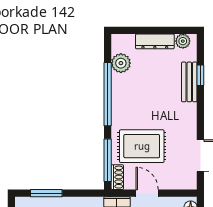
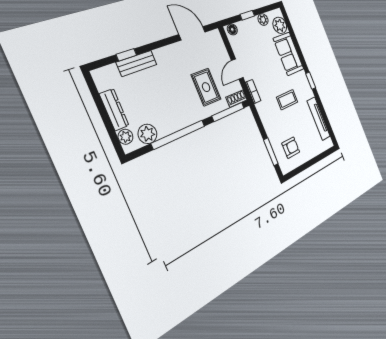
plant: (183, 41) -> (125, 137), moved
rug: (142, 146) -> (206, 87), width x0.73, depth x0.70

